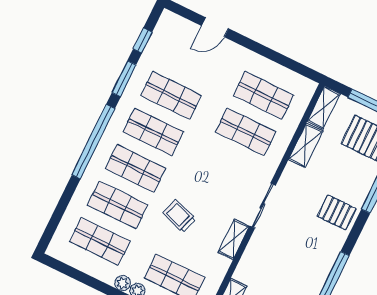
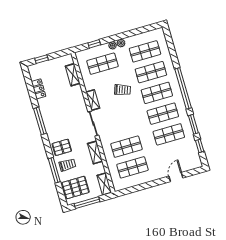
shelving: (306, 145) -> (95, 152), moved
trolley: (351, 181) -> (67, 165), added

